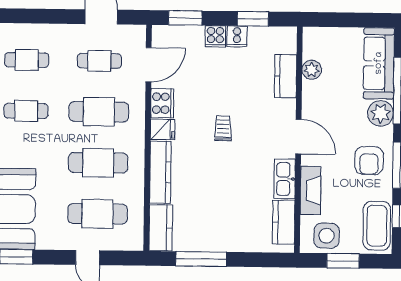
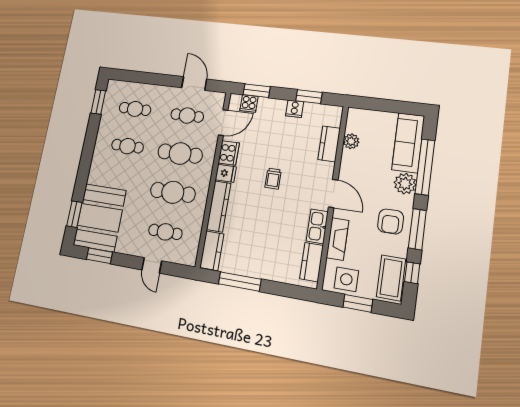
cooker: (215, 36) -> (249, 103), moved
trolley: (223, 128) -> (273, 179), turned 180
cafe table: (98, 214) -> (165, 232), width x0.73, depth x0.74

